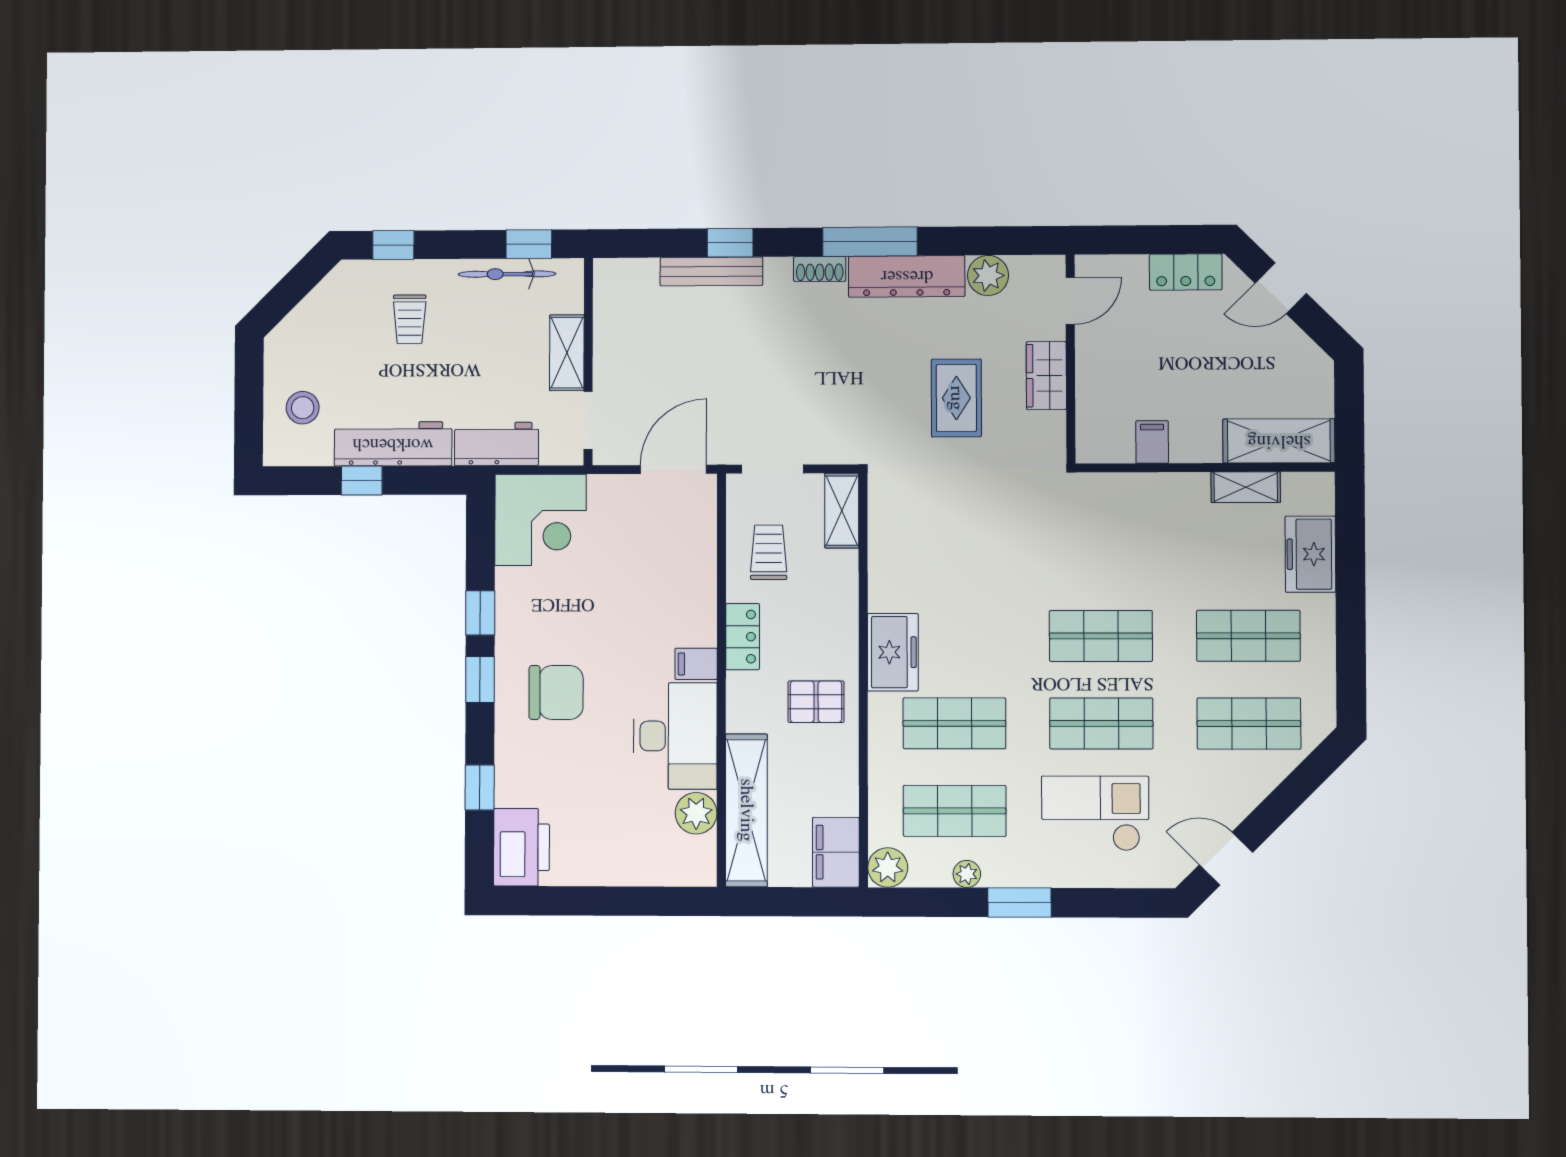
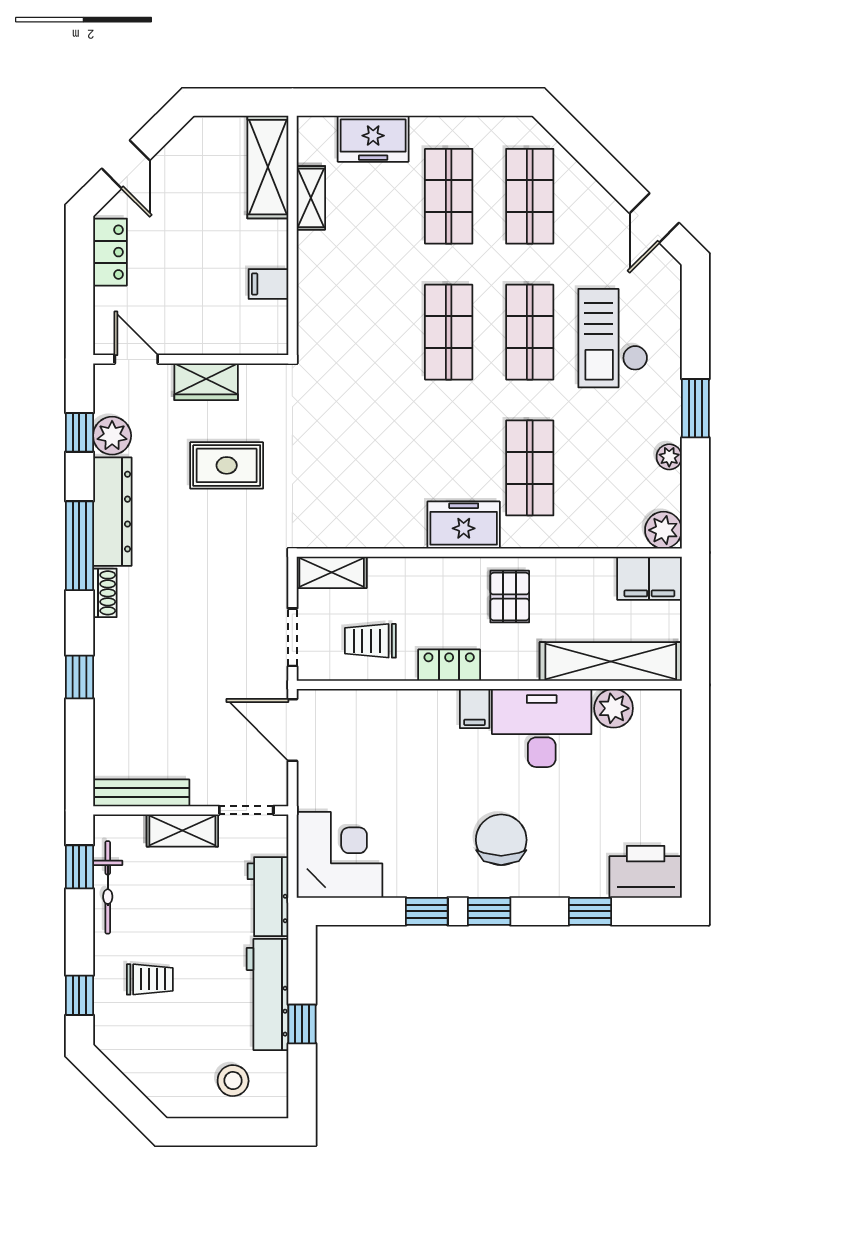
window: (992, 241) -> (79, 432), added
bench: (711, 271) -> (141, 793), moved, turned 90
shop shelf: (955, 811) -> (611, 468), removed

